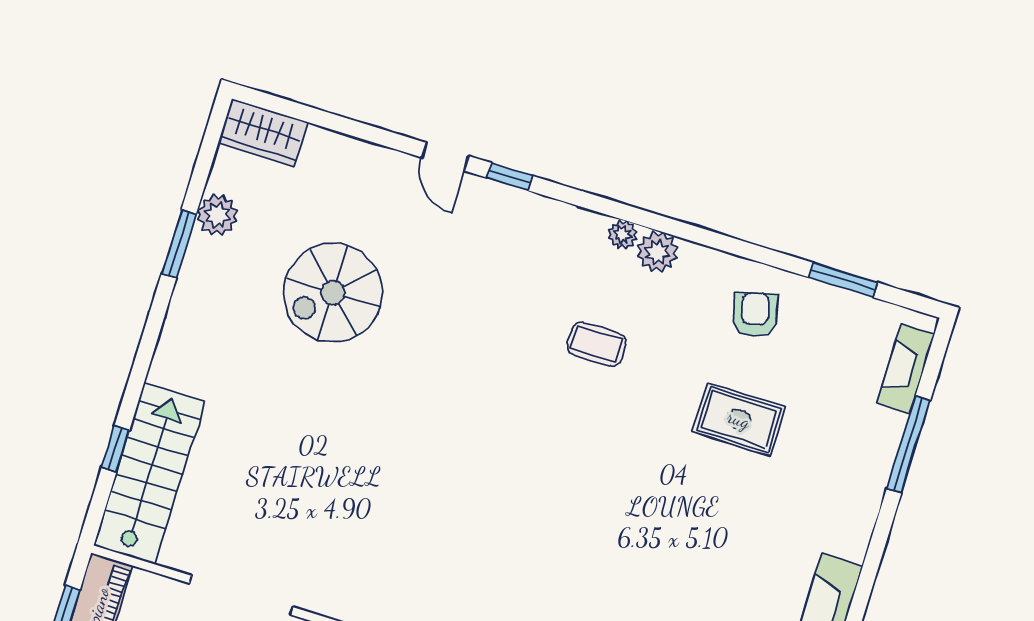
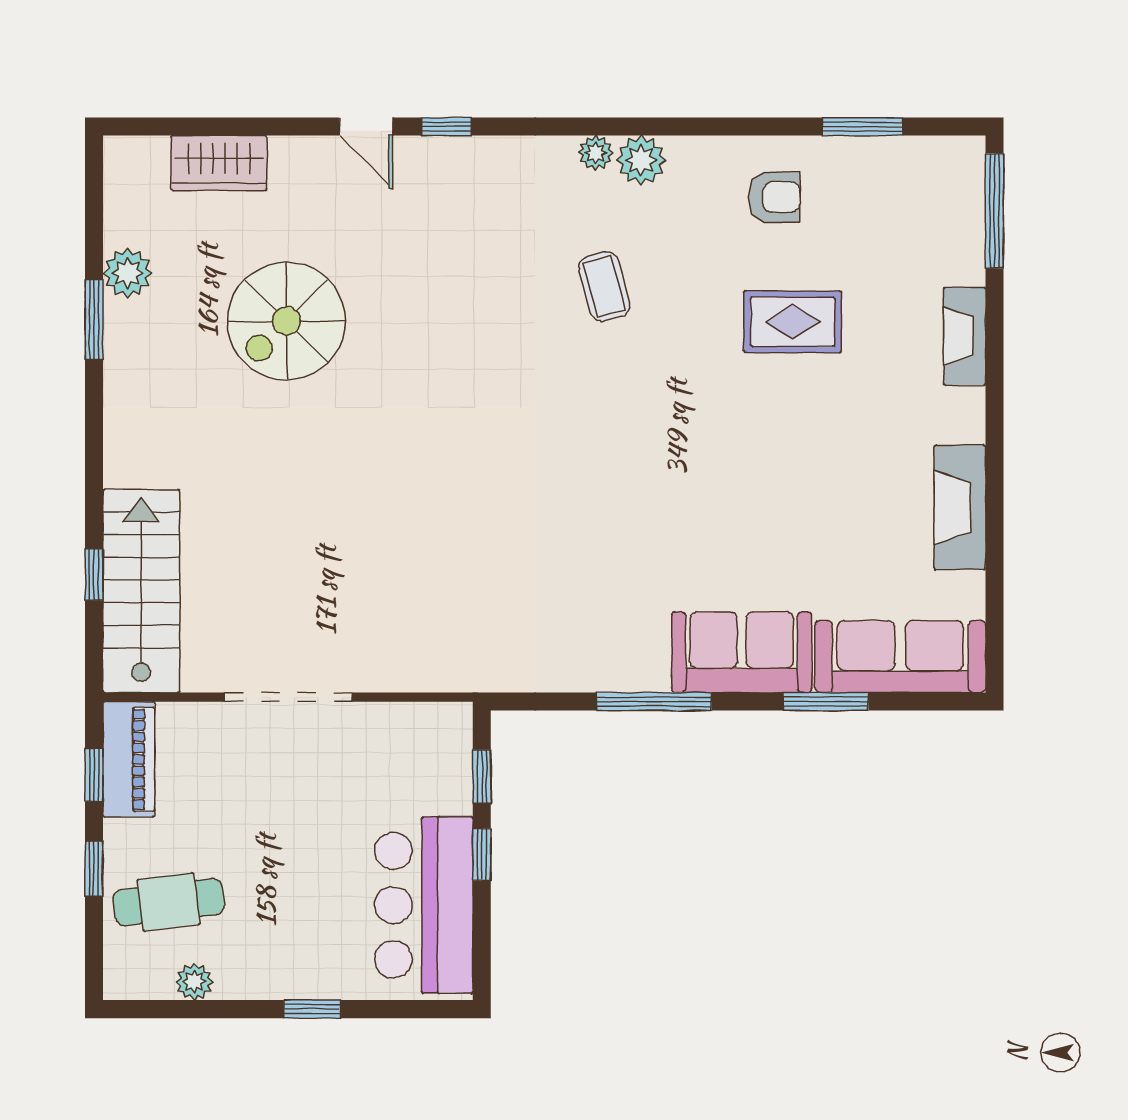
wardrobe: (263, 132) -> (219, 163), moved
armchair: (755, 315) -> (774, 197), turned 104
coffee table: (596, 344) -> (604, 287), turned 75
fireplace: (906, 369) -> (965, 336), moved
window: (908, 444) -> (994, 211), moved

